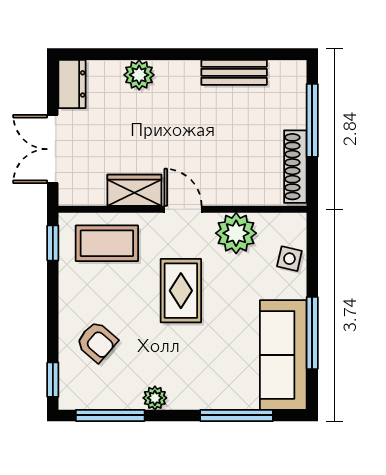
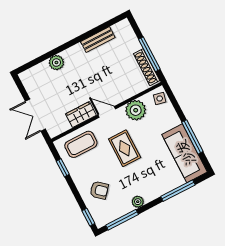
dresser: (72, 84) -> (29, 82), removed
window: (312, 120) -> (149, 54), moved
window: (53, 243) -> (63, 168), moved
side table: (289, 259) -> (160, 99), moved

